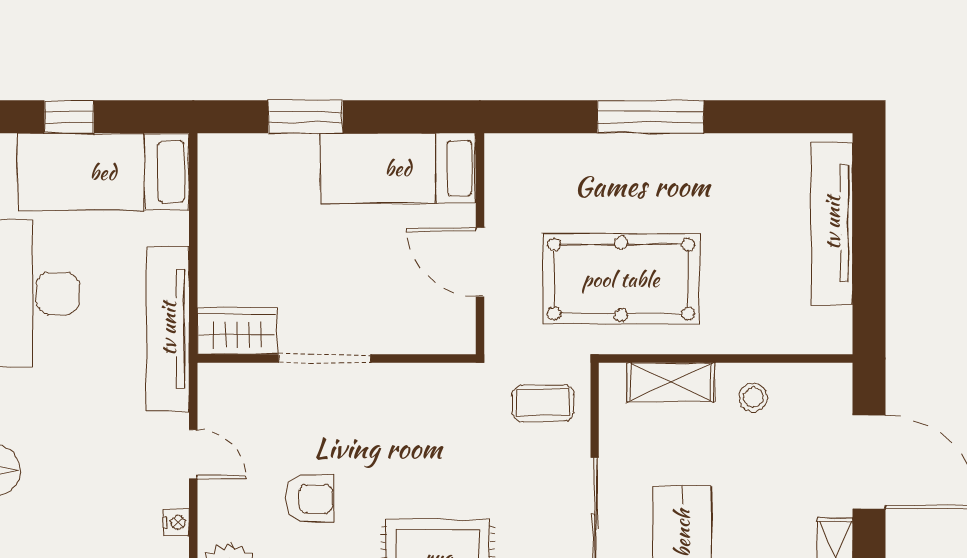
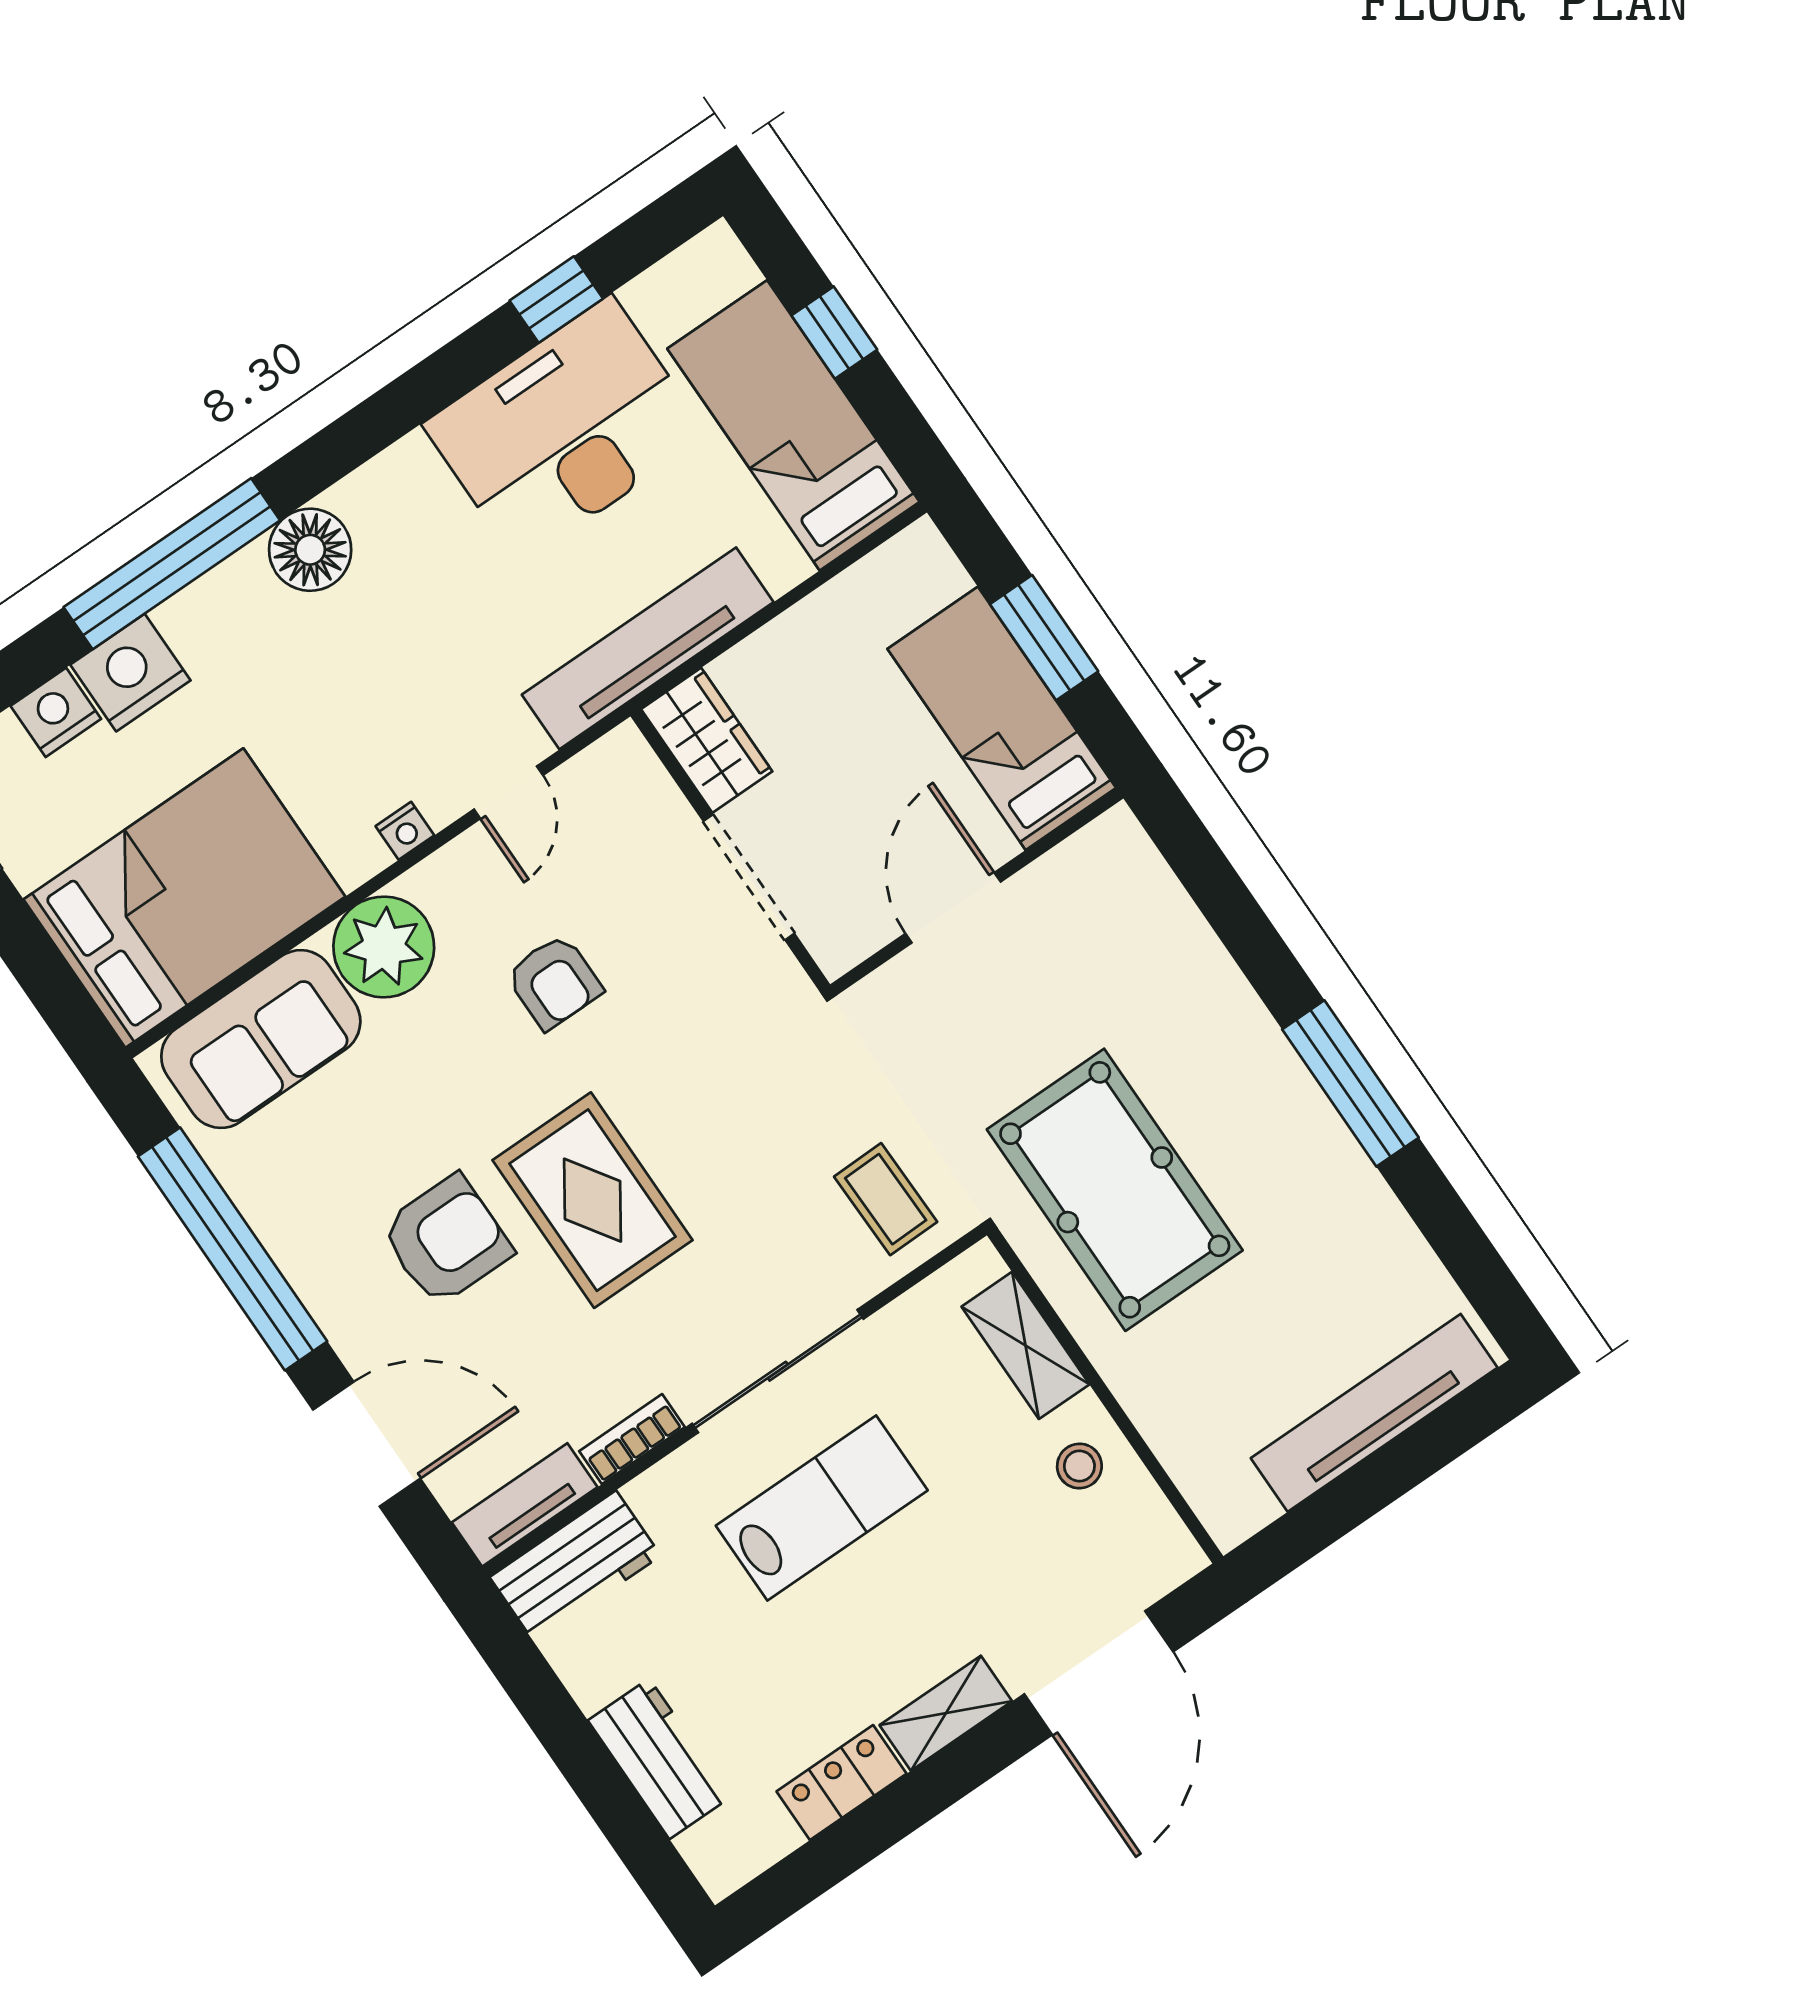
bed: (398, 168) -> (1002, 718), moved
wall: (480, 244) -> (977, 891), moved
door: (480, 262) -> (953, 908), moved

